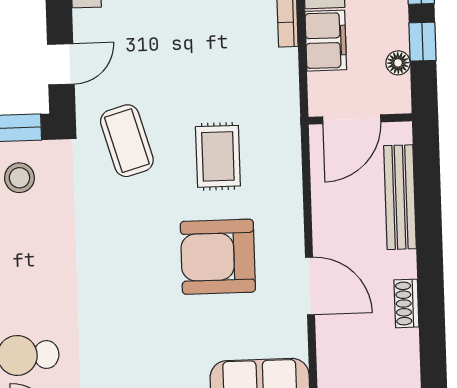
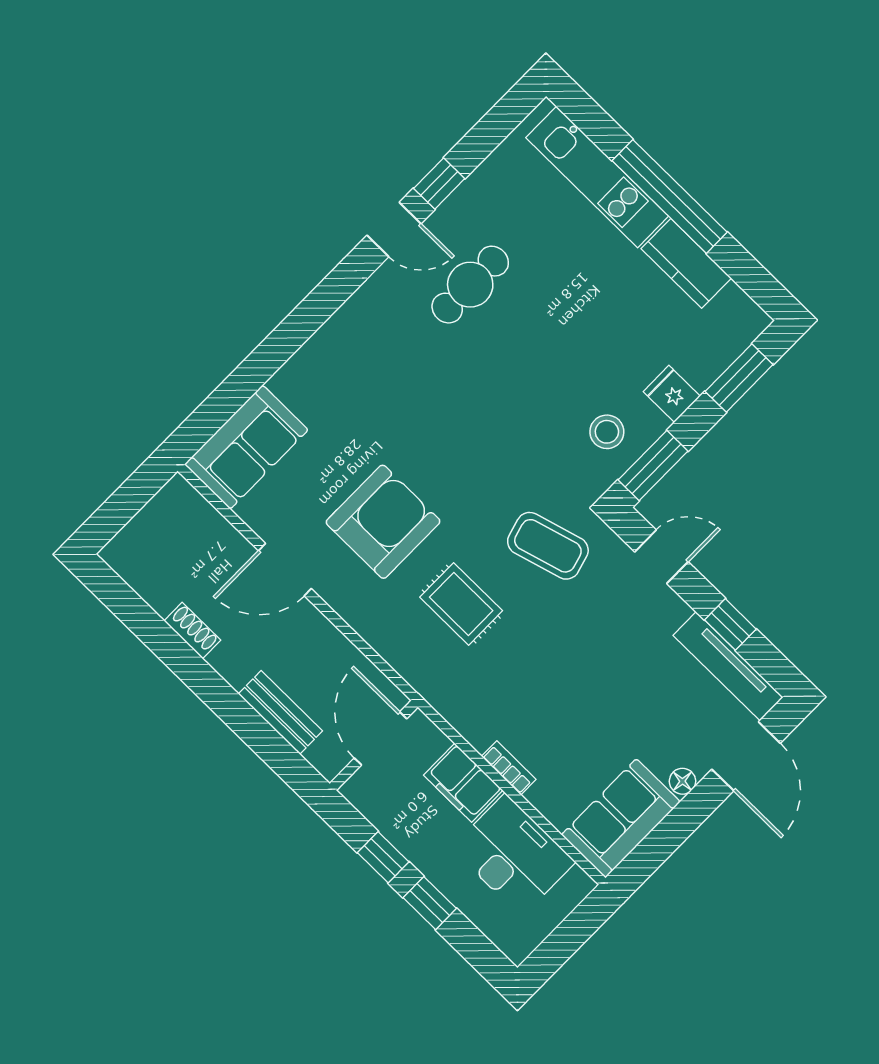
floor lamp: (398, 63) -> (387, 821), removed
door: (61, 64) -> (662, 557), swing flipped
bench: (400, 197) -> (280, 712), width x0.73

